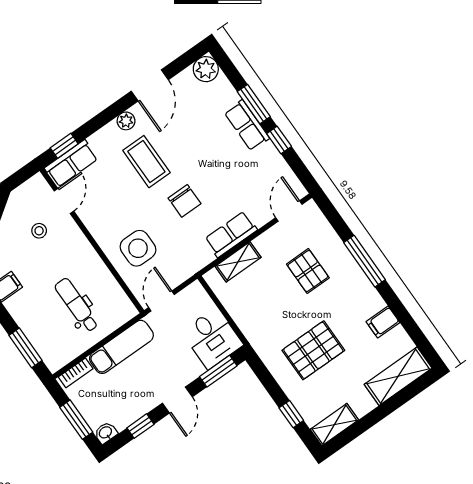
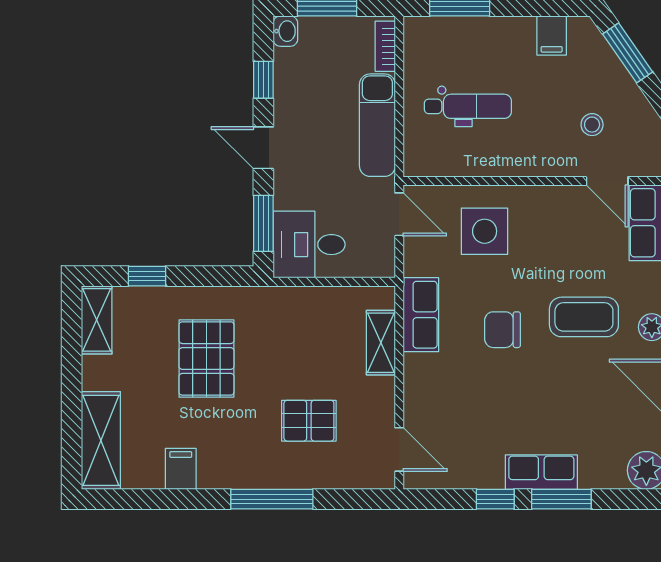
row of seats: (231, 234) -> (421, 315), moved

